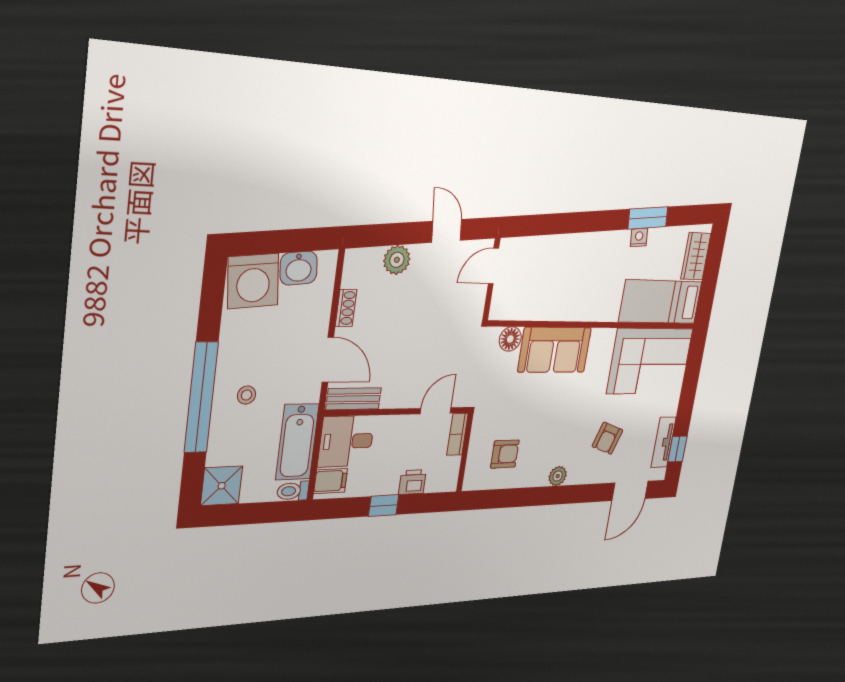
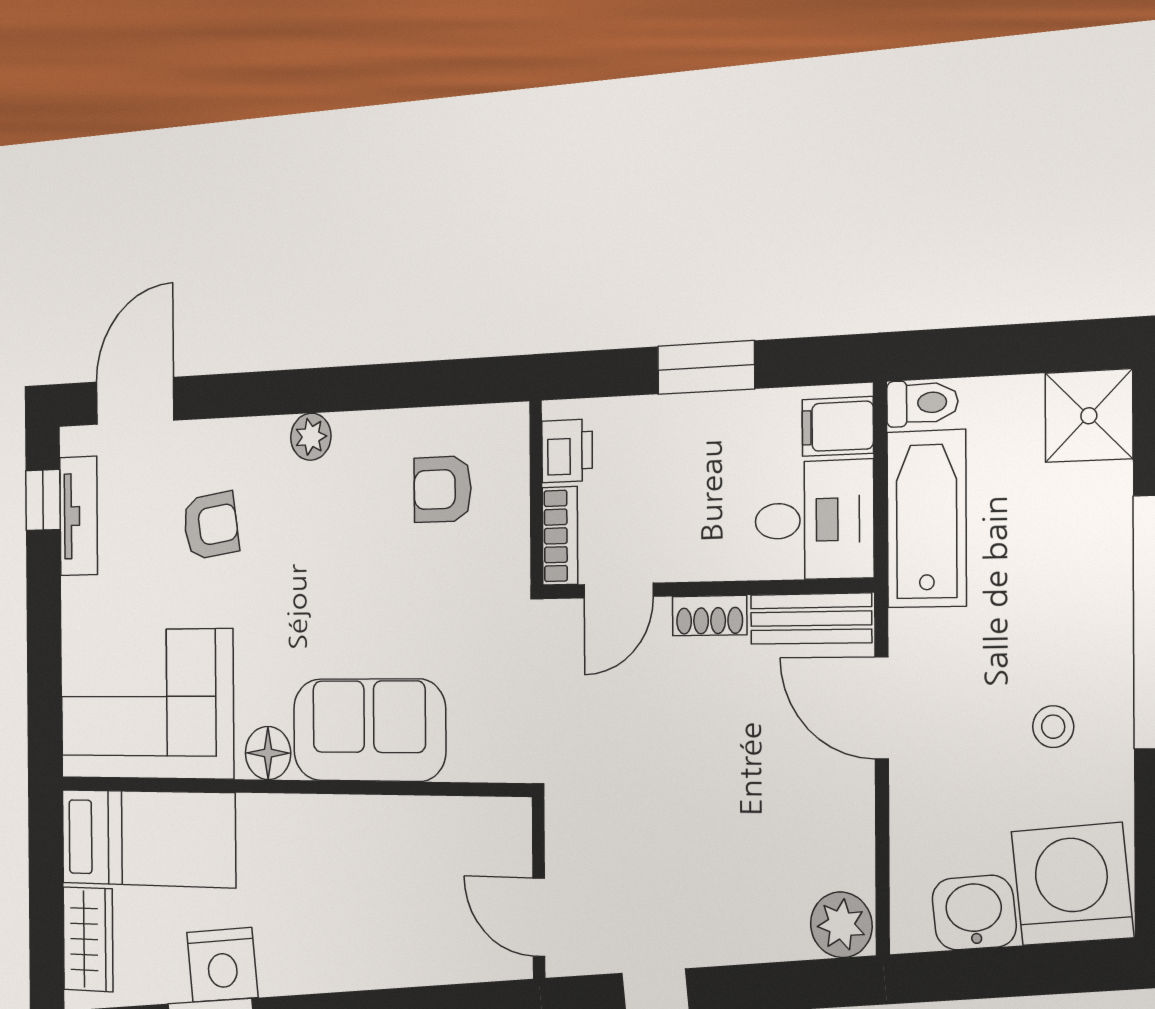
nightstand: (639, 237) -> (222, 965), width x1.89, depth x1.79
plant: (397, 260) -> (841, 925), moved
door: (493, 266) -> (539, 917), swing flipped
shoe rack: (346, 308) -> (710, 616), moved, turned -90
floor lamp: (510, 339) -> (268, 753), moved
stool: (247, 395) -> (1053, 727), moved
armchair: (607, 438) -> (211, 526), turned 62
printer: (412, 482) -> (567, 451), moved, turned -90
window: (384, 506) -> (706, 368), width x1.50

